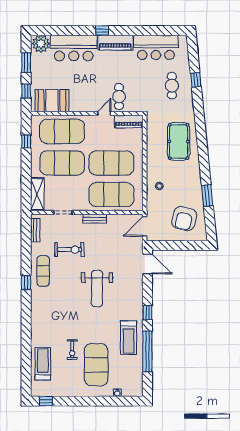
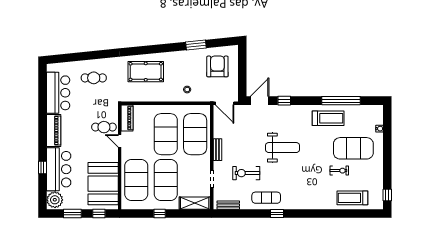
window: (102, 31) -> (43, 168), moved
window: (196, 80) -> (89, 56), removed
booth: (52, 101) -> (103, 184), width x1.36, depth x1.42
window: (26, 142) -> (160, 213), moved
armchair: (184, 219) -> (217, 66), turned -104
exercise bike: (70, 250) -> (246, 173), turned -90
window: (147, 313) -> (284, 101), moved

